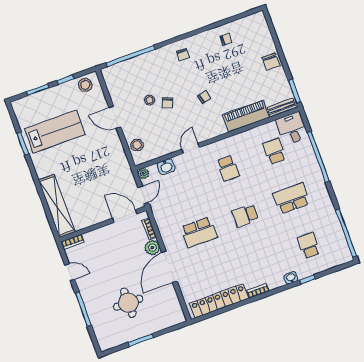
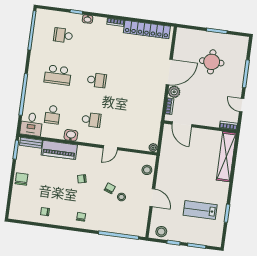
lab bench: (55, 132) -> (200, 210), width x0.73, depth x0.72
washbasin: (166, 167) -> (71, 135), moved
school desk: (228, 168) -> (91, 120), turned 90
door: (143, 195) -> (161, 132), removed
school desk: (199, 232) -> (136, 85), removed
school desk: (309, 246) -> (63, 35), turned 90

